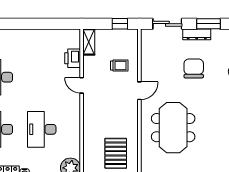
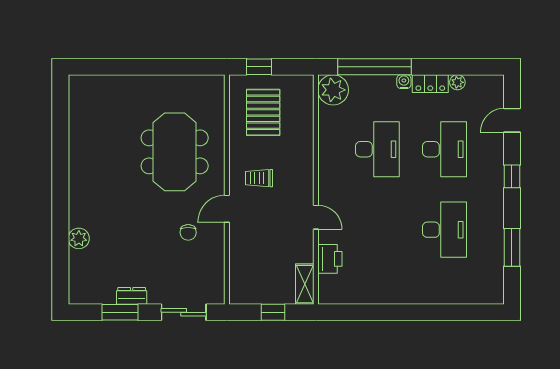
window: (120, 24) -> (273, 312), moved
dresser: (197, 34) -> (132, 296), width x0.70
trolley: (119, 65) -> (259, 178), moved
chair: (194, 68) -> (188, 232), moved, width x0.54, depth x0.54

